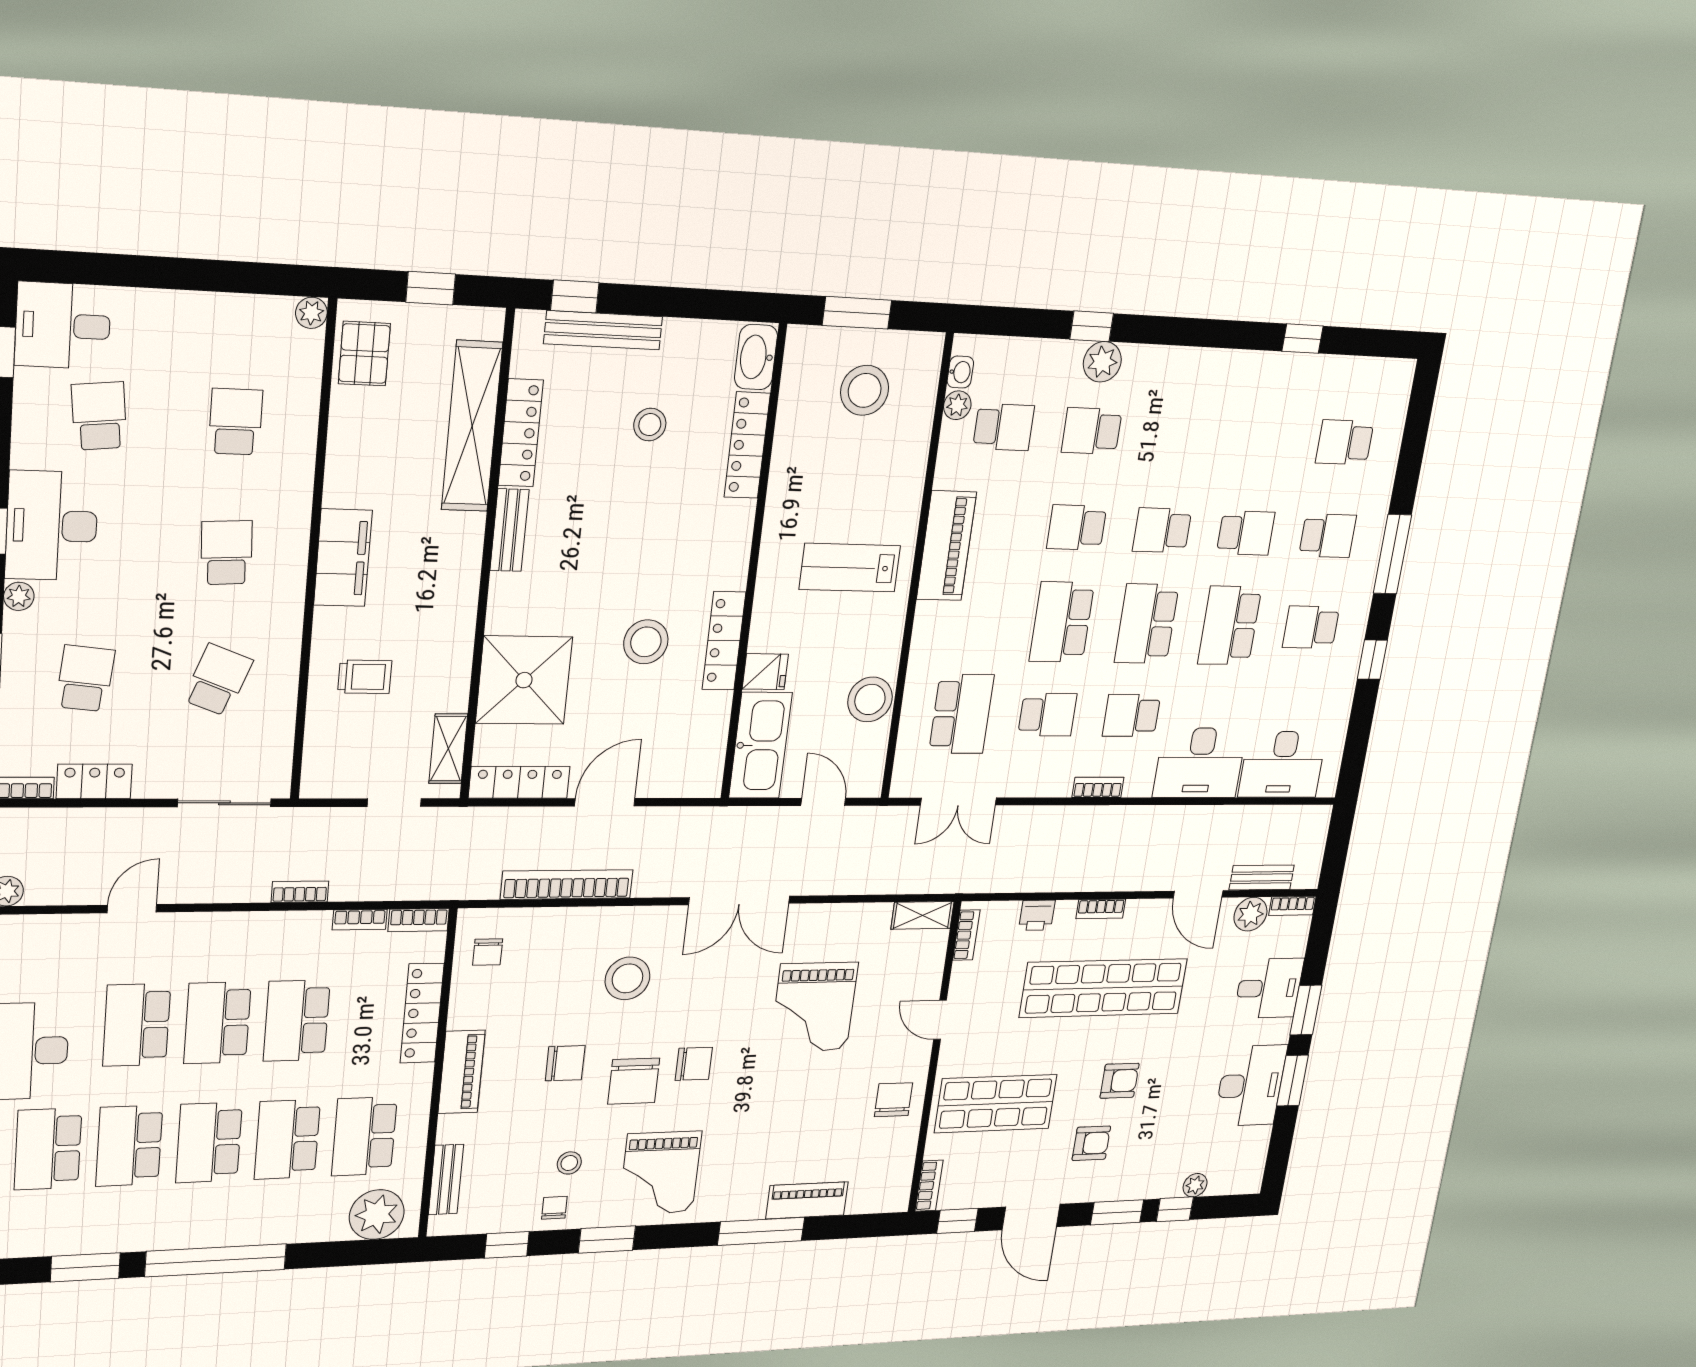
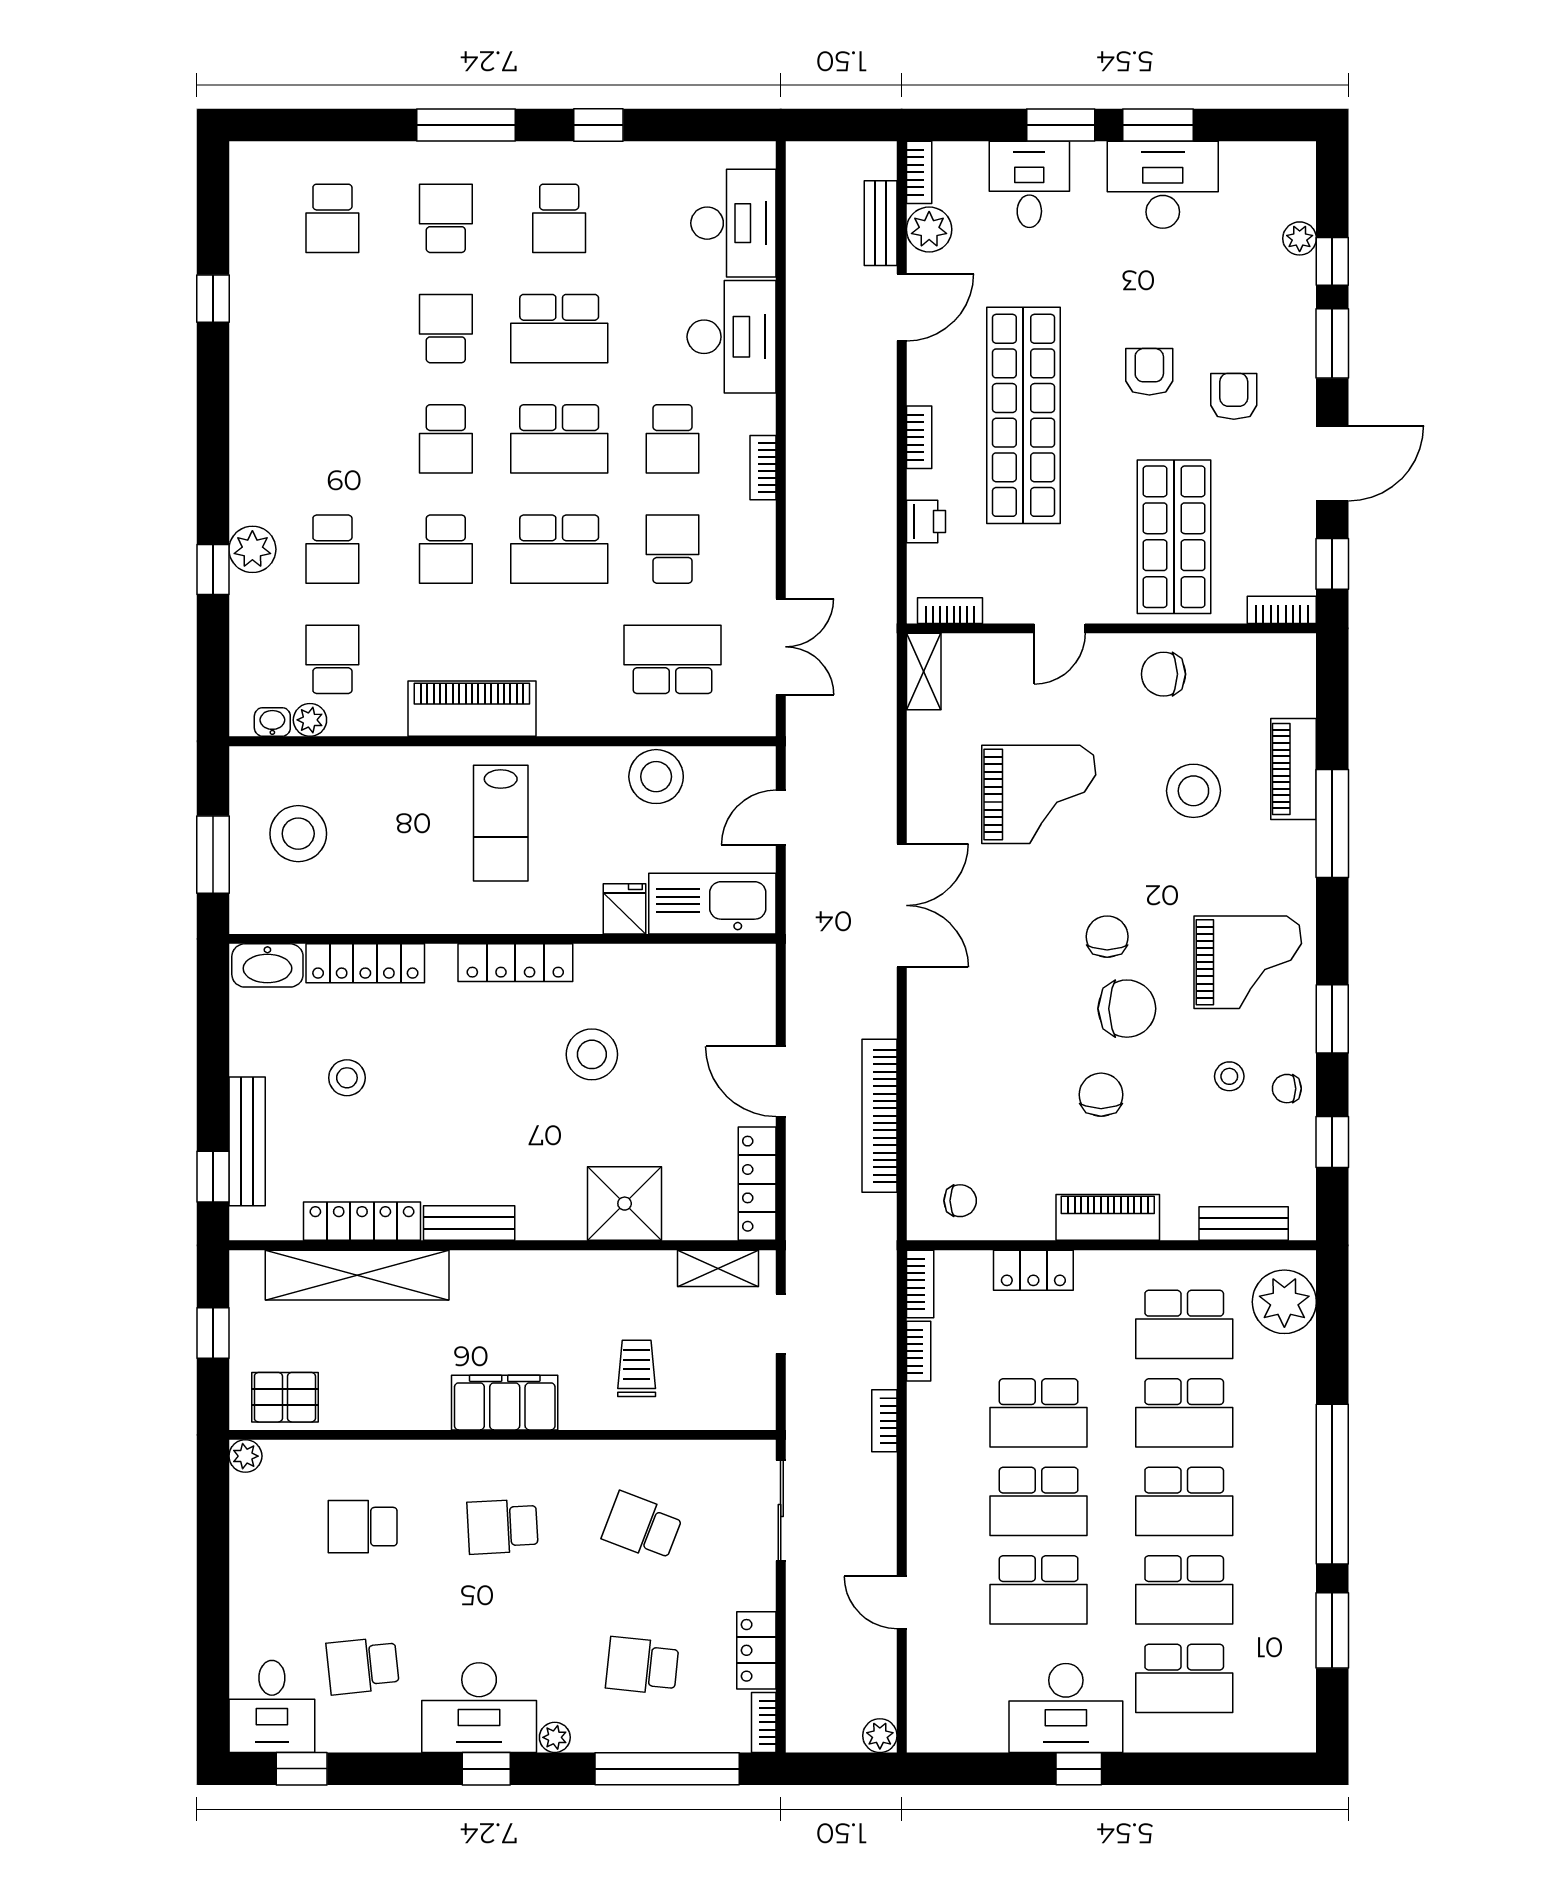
locker: (724, 641) -> (515, 963), moved
shower: (524, 680) -> (625, 1204), width x0.73, depth x0.73
stool: (627, 978) -> (1193, 791), moved
locker: (422, 1013) -> (1033, 1270), width x0.66

